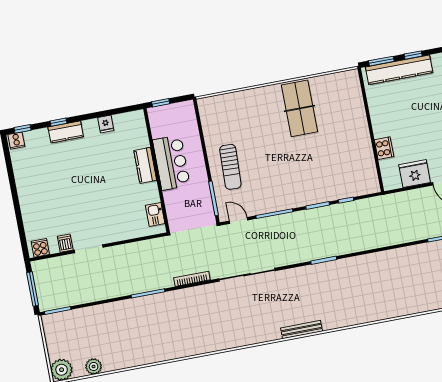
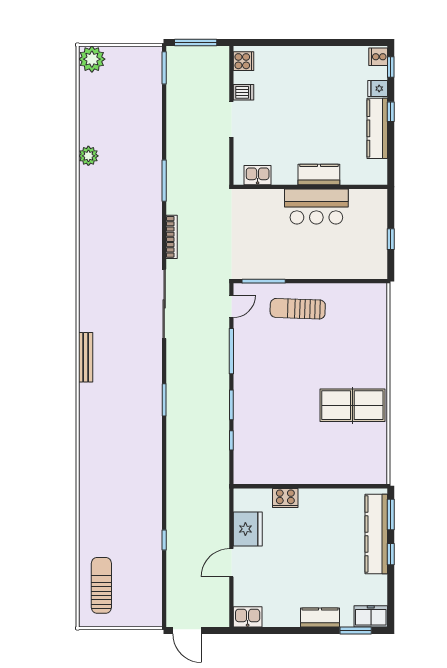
fridge: (106, 124) -> (378, 88), moved
kitchen counter: (66, 132) -> (377, 128), width x1.50
bar counter: (171, 163) -> (316, 206), moved
kitchen counter: (145, 165) -> (319, 174), moved
wall: (156, 170) -> (310, 187), moved
kitchen sink: (155, 214) -> (258, 175), moved
plant: (94, 366) -> (88, 156), moved

